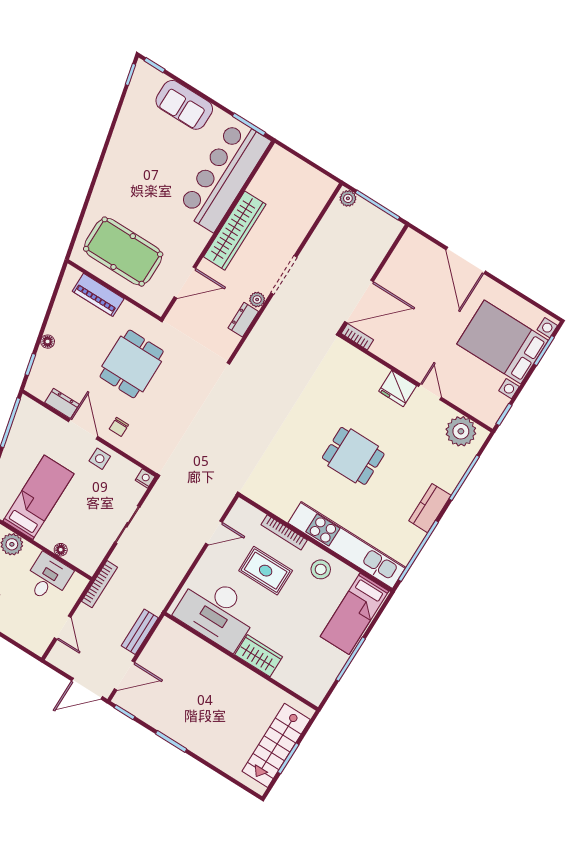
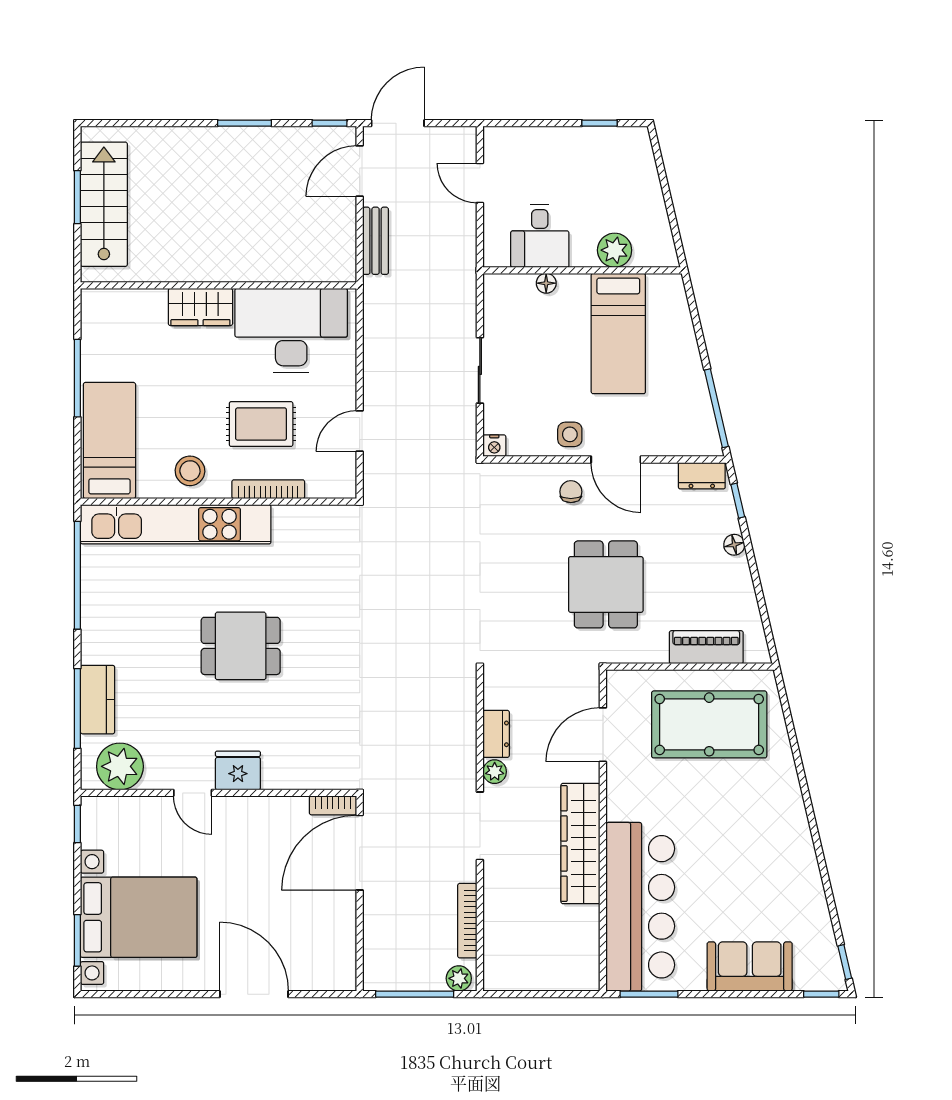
dresser: (62, 403) -> (702, 476), moved
kitchen counter: (430, 508) -> (98, 700), moved
bookcase: (99, 584) -> (467, 921), moved

